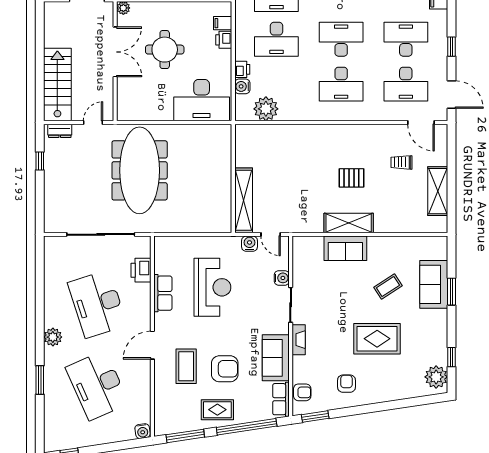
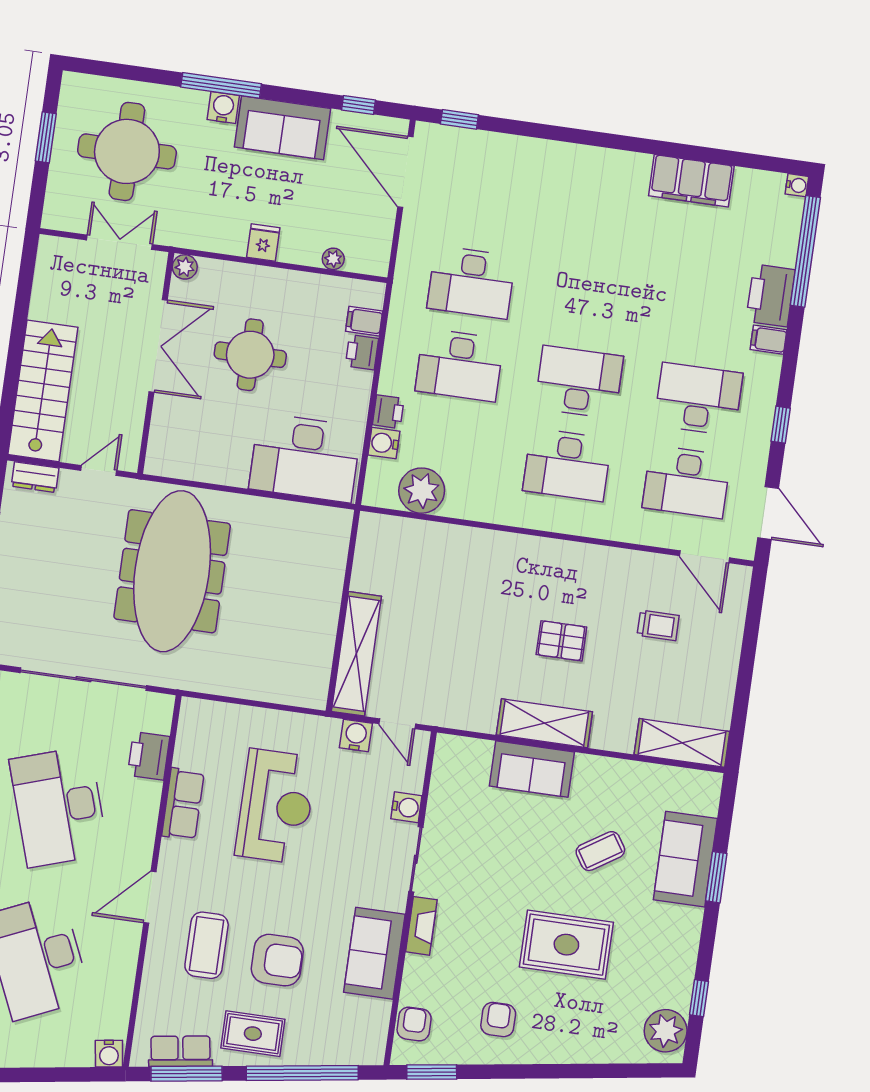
trolley: (402, 162) -> (658, 625), turned 180
shelving: (438, 191) -> (682, 743), moved, turned 90
armchair: (302, 392) -> (414, 1024), turned -90
row of seats: (281, 399) -> (181, 1051), moved, turned 82

